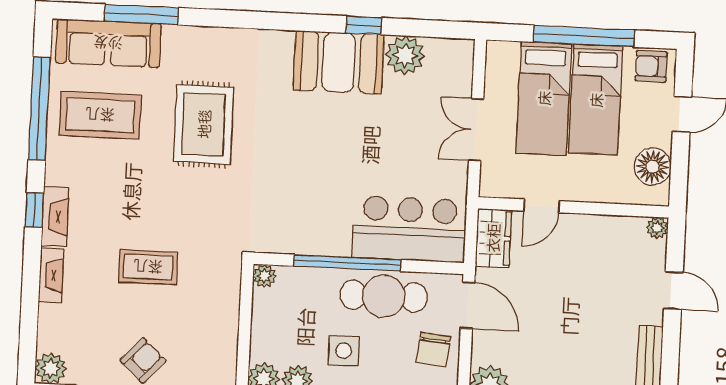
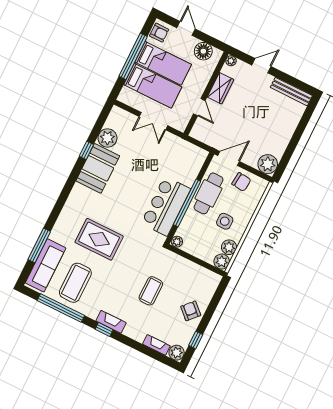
armchair: (651, 66) -> (159, 33), turned -90
bar counter: (409, 229) -> (166, 206), moved
wardrobe: (493, 238) -> (221, 88), moved, turned 90
fireplace: (51, 275) -> (156, 345), moved

